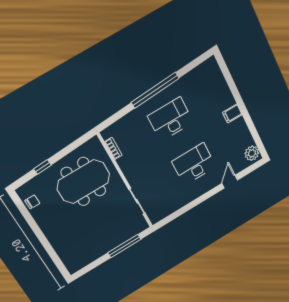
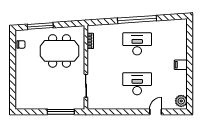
window: (42, 167) -> (40, 26), width x2.17

